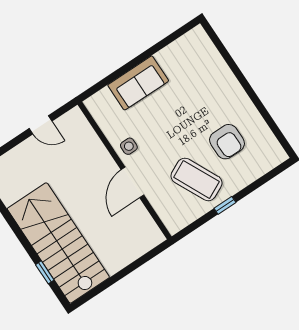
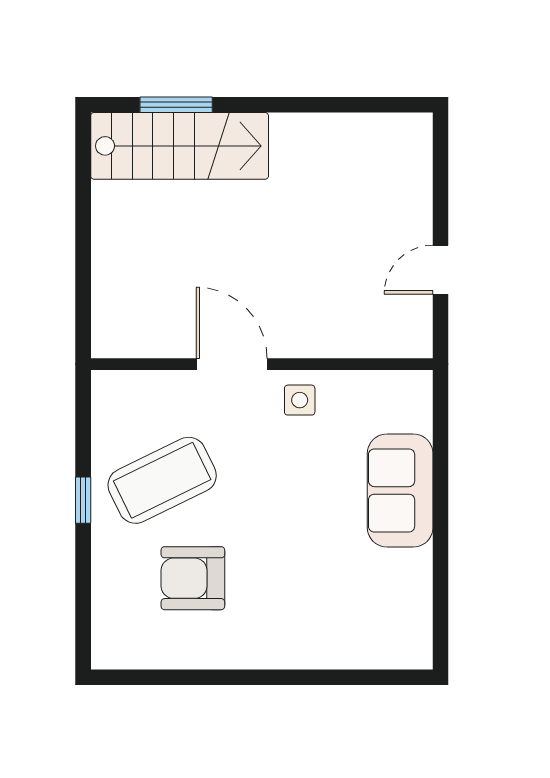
stairs: (58, 243) -> (180, 146), width x0.73, depth x0.66
window: (45, 272) -> (176, 105), width x1.50

